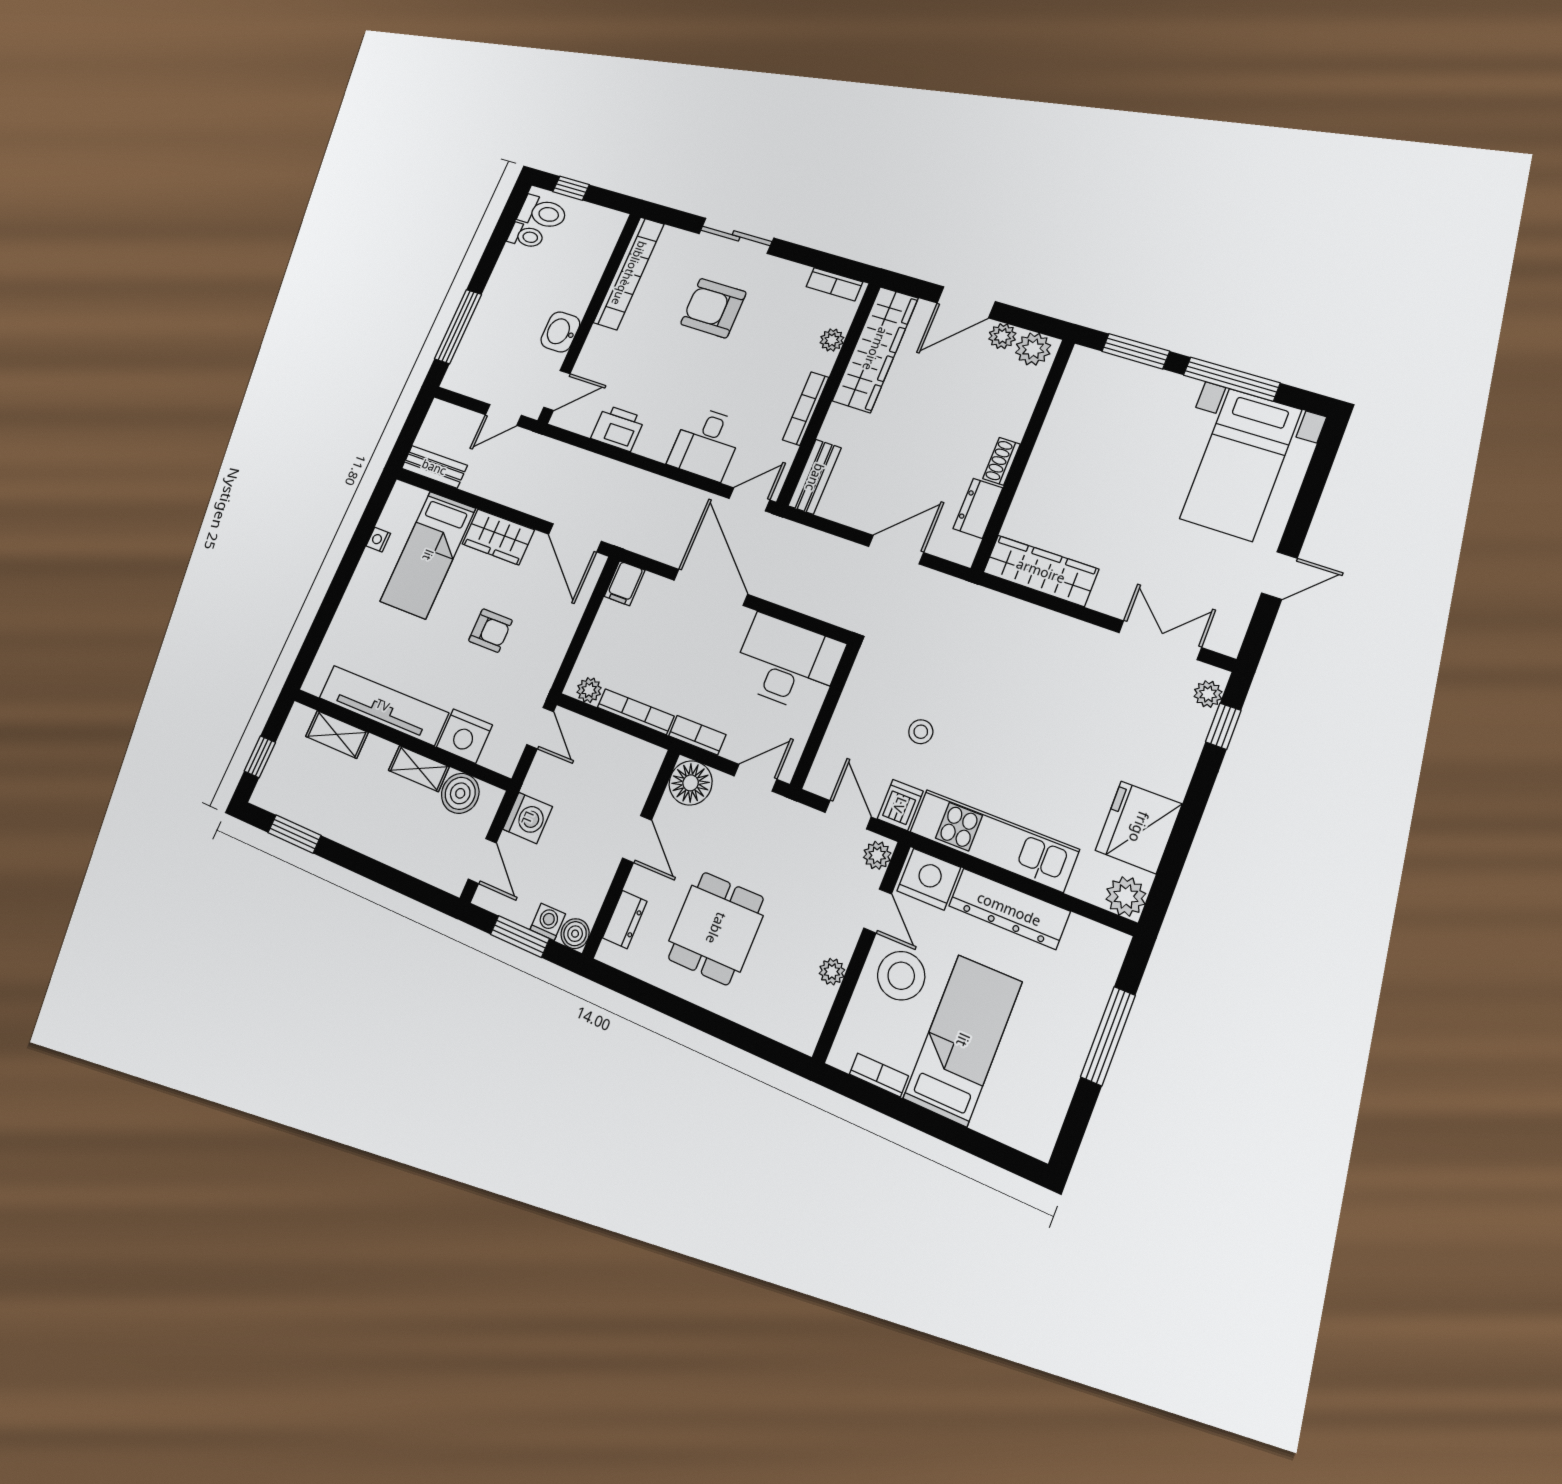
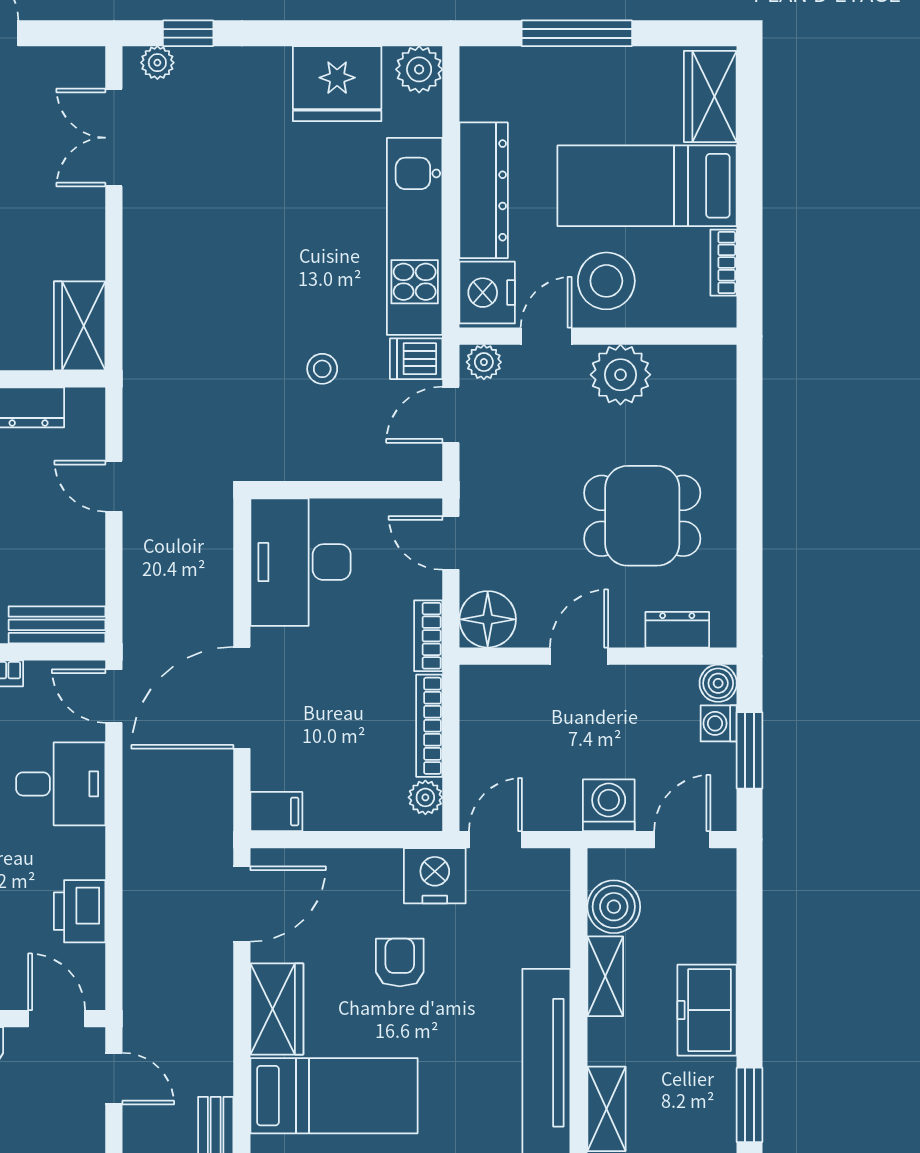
door: (896, 550) -> (114, 486), width x0.73
wardrobe: (1041, 571) -> (80, 326), width x0.67
nightstand: (464, 736) -> (435, 876), moved, turned -90
freezer: (366, 831) -> (707, 1010), added
plant: (832, 972) -> (620, 375), width x1.88, depth x1.88
wardrobe: (1015, 1123) -> (710, 96), added

